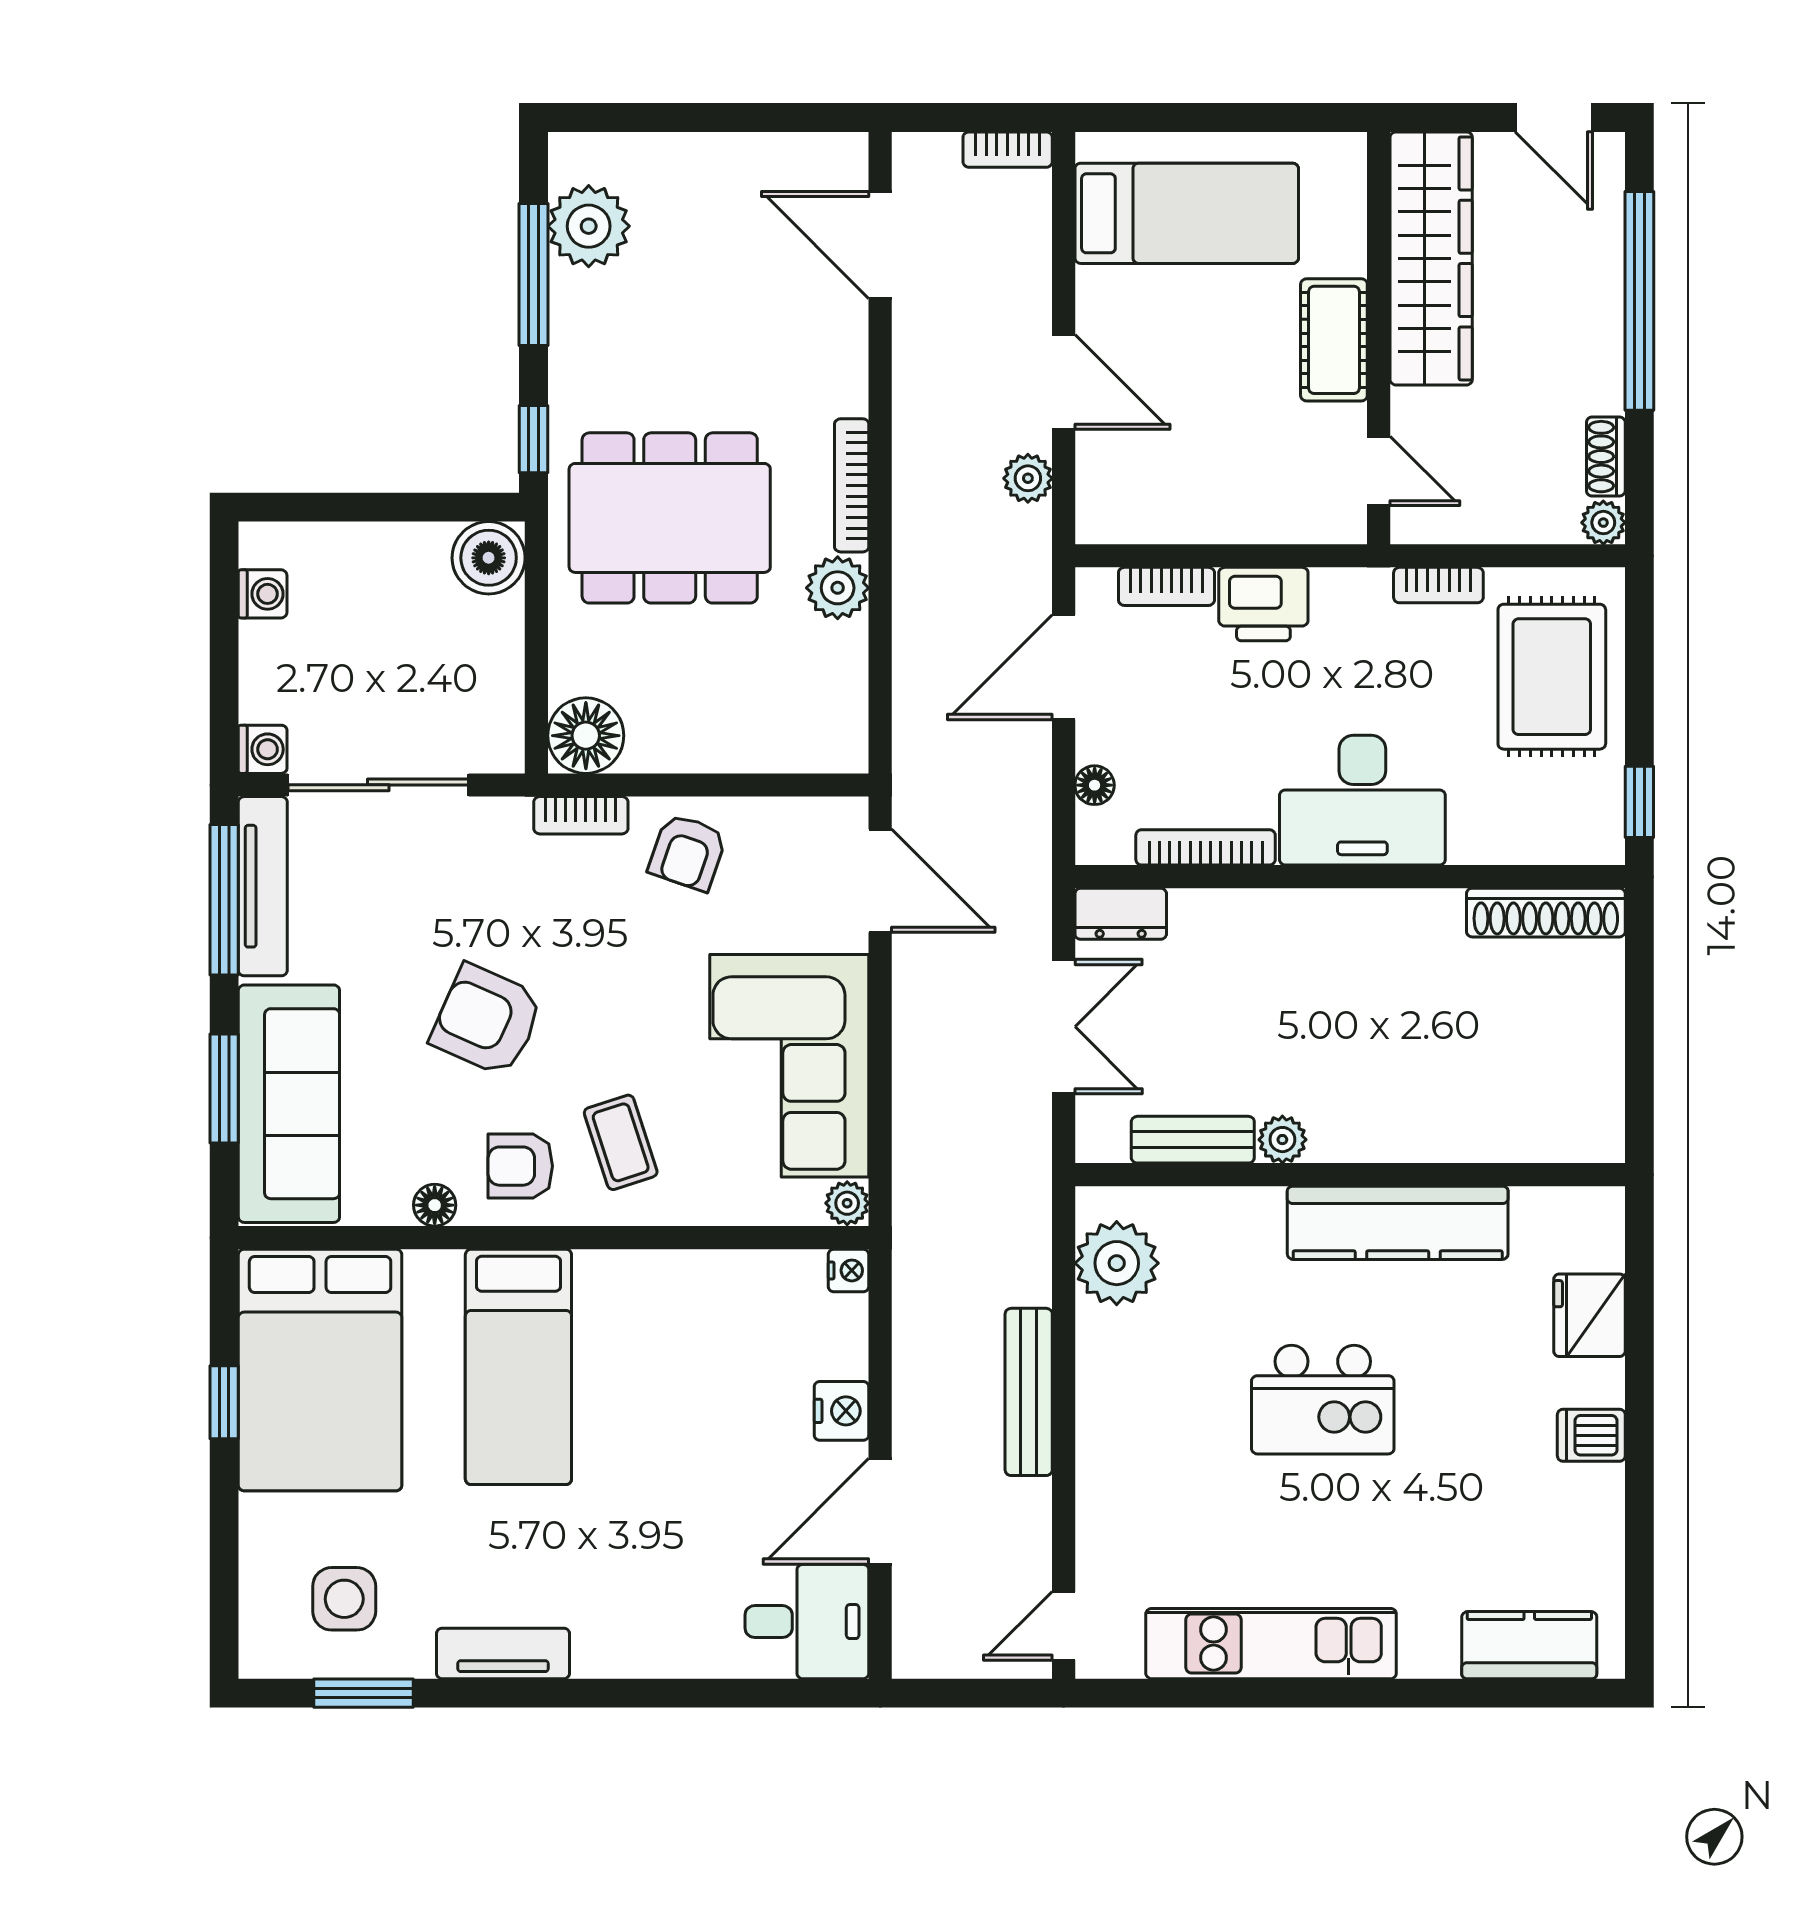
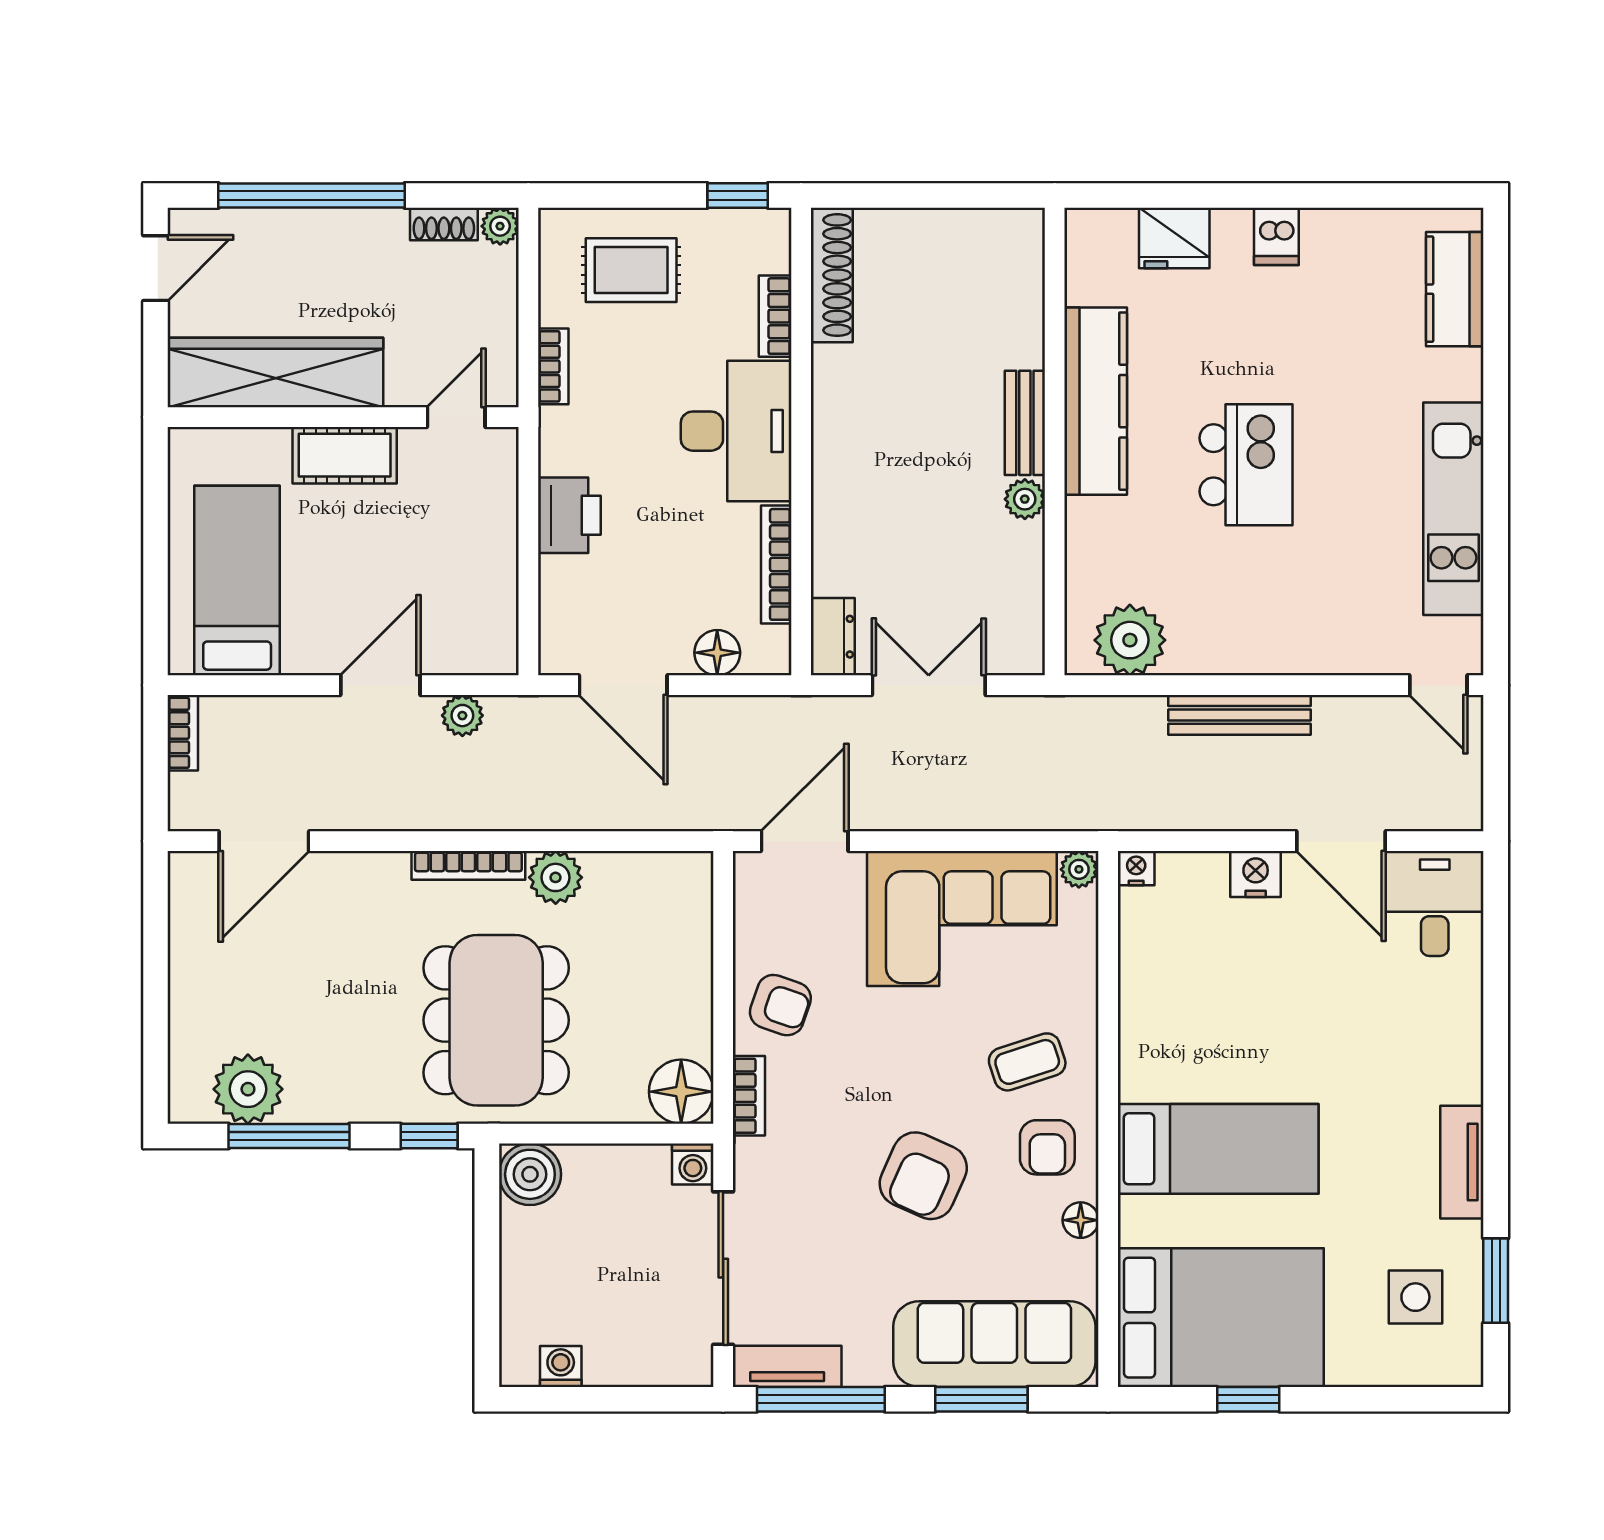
bookcase: (1166, 586) -> (775, 316), moved, turned 180
rug: (1552, 677) -> (631, 270), width x0.73, depth x0.70
washing machine: (263, 749) -> (693, 1164), moved, turned 180
floor lamp: (1095, 785) -> (717, 653), width x1.37, depth x1.37
tv unit: (263, 886) -> (787, 1366), width x0.71
bench: (1193, 1140) -> (1025, 423), moved

